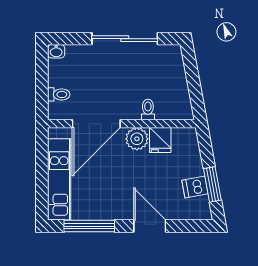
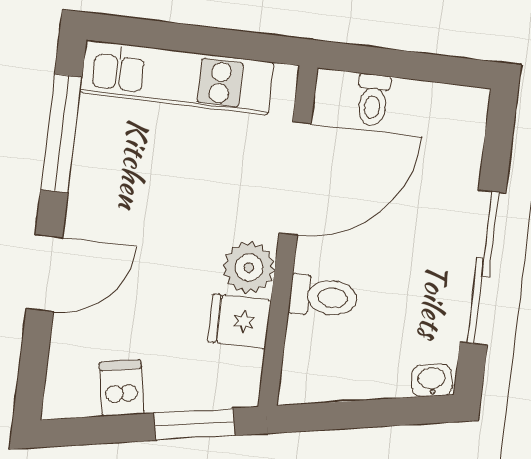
washbasin: (56, 51) -> (432, 380), moved, turned 80
toilet: (148, 109) -> (323, 297), width x1.37, depth x1.39
door: (96, 124) -> (295, 178), swing flipped
window: (212, 184) -> (194, 424), moved

